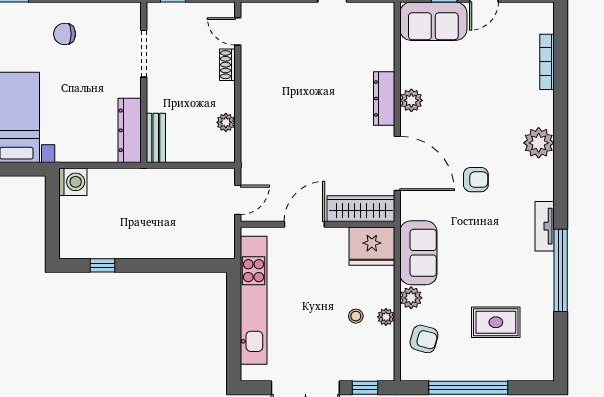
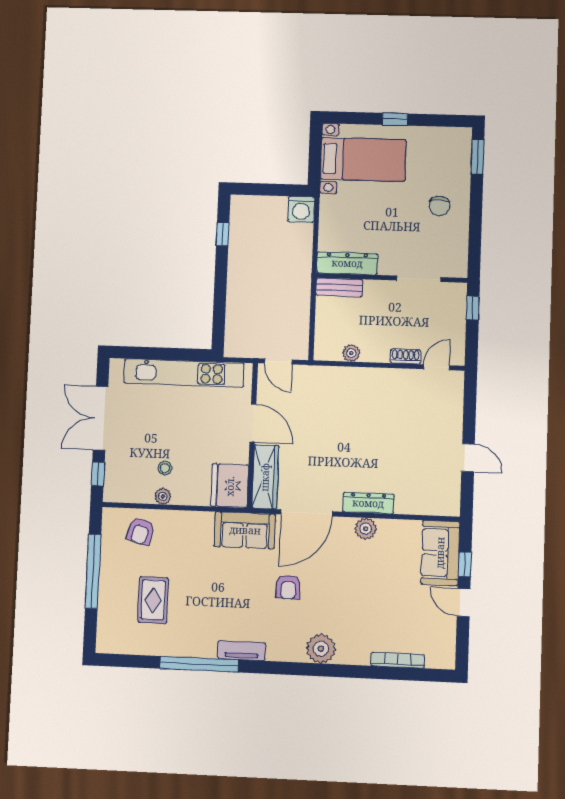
chair: (65, 34) -> (440, 206), turned 180
sofa: (418, 253) -> (245, 530), moved
plant: (411, 298) -> (180, 521), removed

